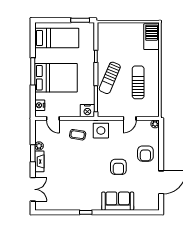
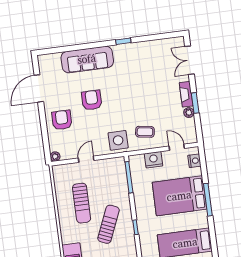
sun lounger: (110, 78) -> (109, 224), moved
nightstand: (87, 111) -> (154, 160), moved
sofa: (118, 201) -> (87, 59), width x1.36

